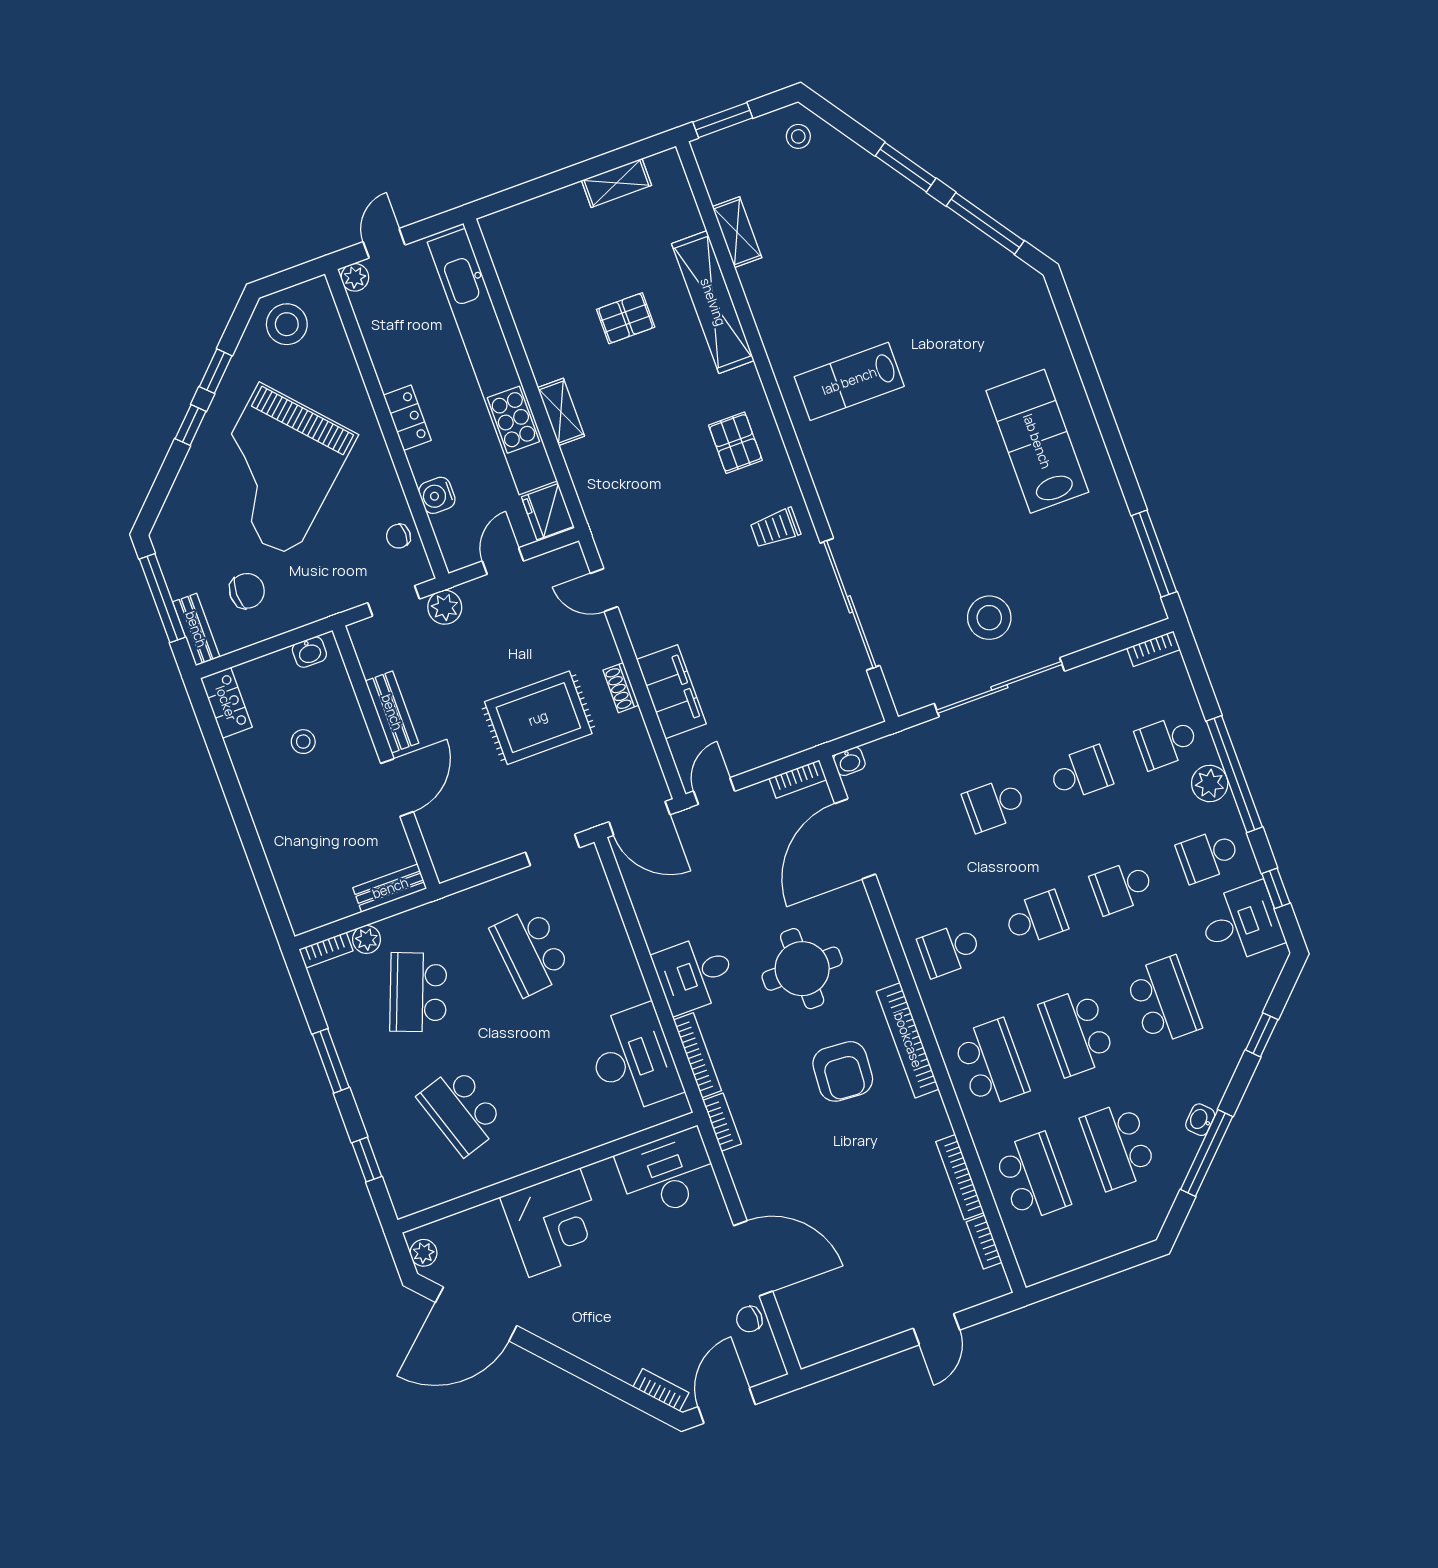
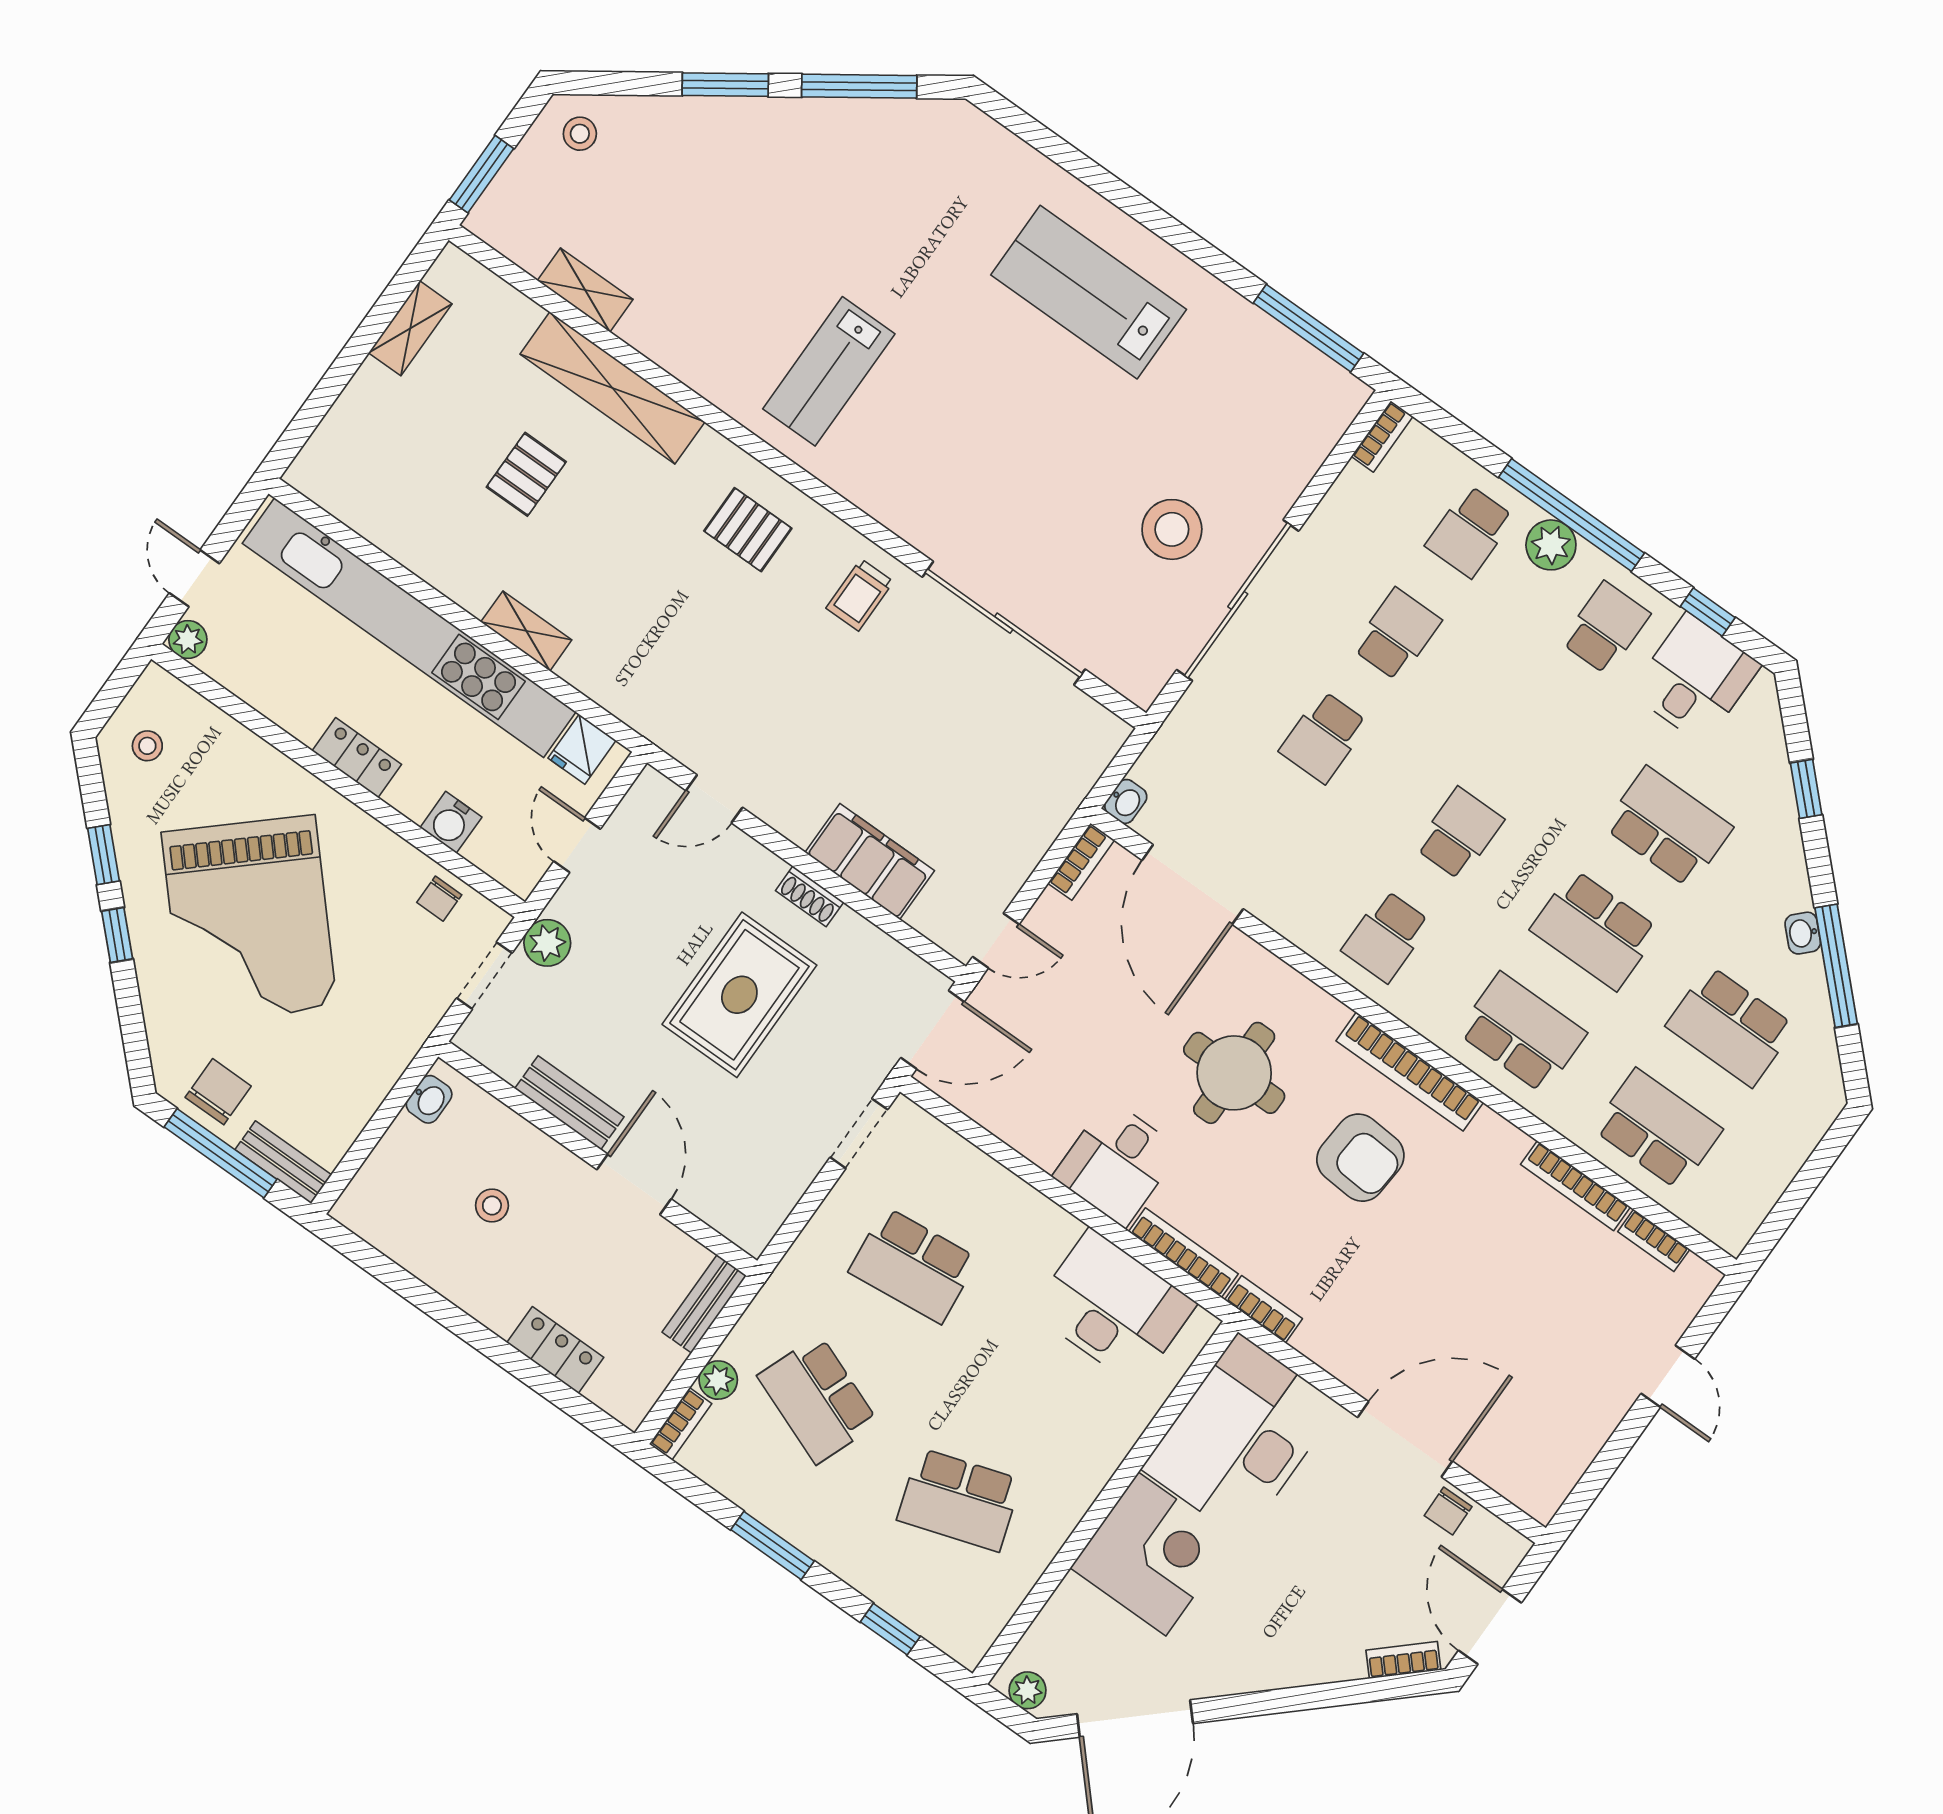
stool: (287, 324) -> (147, 746), width x0.53, depth x0.53
fridge: (548, 512) -> (582, 749), width x0.72
chair: (247, 591) -> (218, 1092), moved
locker: (226, 703) -> (555, 1350), moved
door: (714, 791) -> (996, 941), swing flipped
school desk: (1208, 856) -> (1606, 628), turned 180
school desk: (1122, 887) -> (1532, 731), removed
desk: (667, 1174) -> (1241, 1437), width x1.36, depth x1.30

